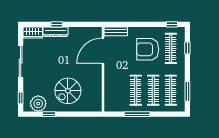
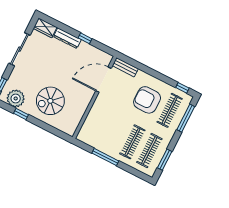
window: (57, 24) -> (85, 38), moved
window: (187, 48) -> (186, 118), width x2.17
clothes rail: (136, 90) -> (116, 133), removed

